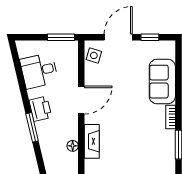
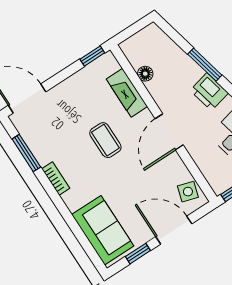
door: (118, 37) -> (174, 230), swing flipped
sofa: (162, 82) -> (103, 230), moved
coffee table: (124, 121) -> (105, 140), added

